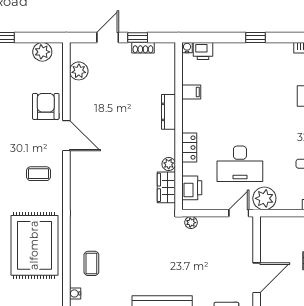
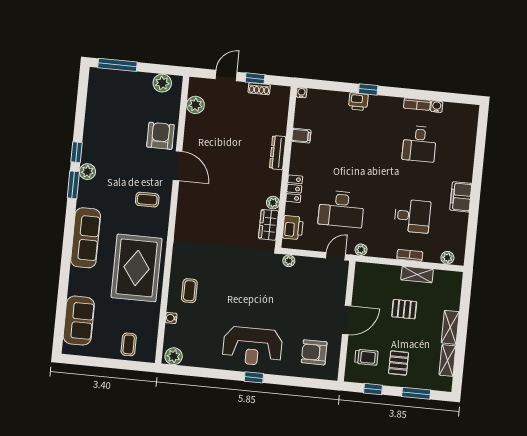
printer: (203, 51) -> (358, 102), moved
plant: (264, 198) -> (361, 250), width x0.53, depth x0.53

